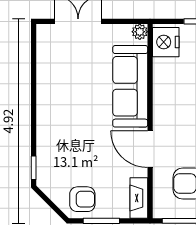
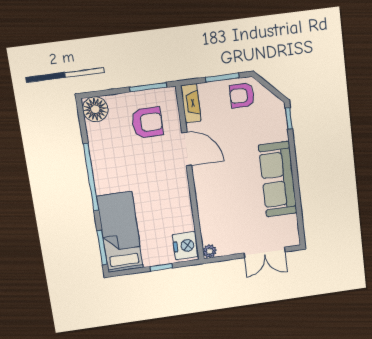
sofa: (130, 86) -> (278, 179), moved, turned 180

